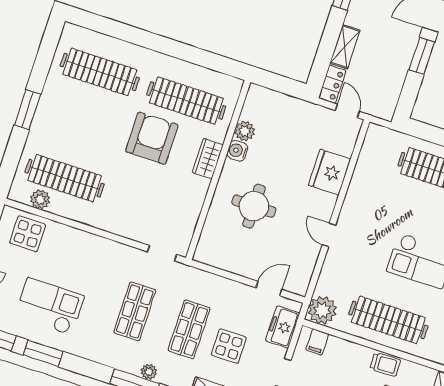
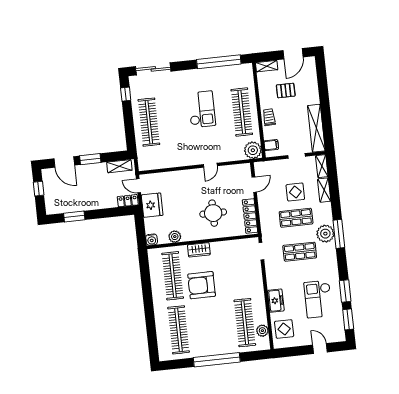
shelving: (345, 47) -> (119, 166), moved
window: (27, 110) -> (217, 360), width x2.11
door: (347, 111) -> (138, 186), hinge flipped
water cooler: (237, 151) -> (152, 240), moved
fridge: (330, 172) -> (152, 205), moved, turned -90
locker: (224, 260) -> (250, 216), added
door: (269, 289) -> (254, 185), swing flipped
freezer: (283, 327) -> (276, 301), moved, turned -90
trolley: (385, 364) -> (269, 117), moved
plant: (149, 372) -> (325, 234), width x1.88, depth x1.88

